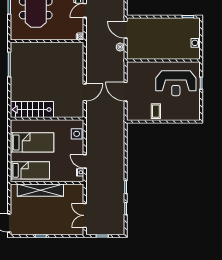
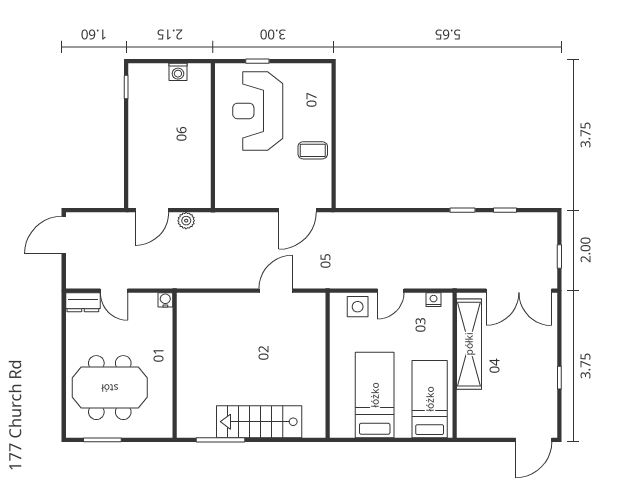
reception desk: (176, 83) -> (258, 111), turned 180
door: (85, 92) -> (276, 291), hinge flipped
door: (126, 92) -> (297, 210), moved
stairs: (32, 110) -> (259, 422), moved, turned 90
door: (85, 161) -> (391, 291), moved
shelving: (40, 190) -> (469, 344), moved
double door: (85, 215) -> (519, 291), width x1.37

